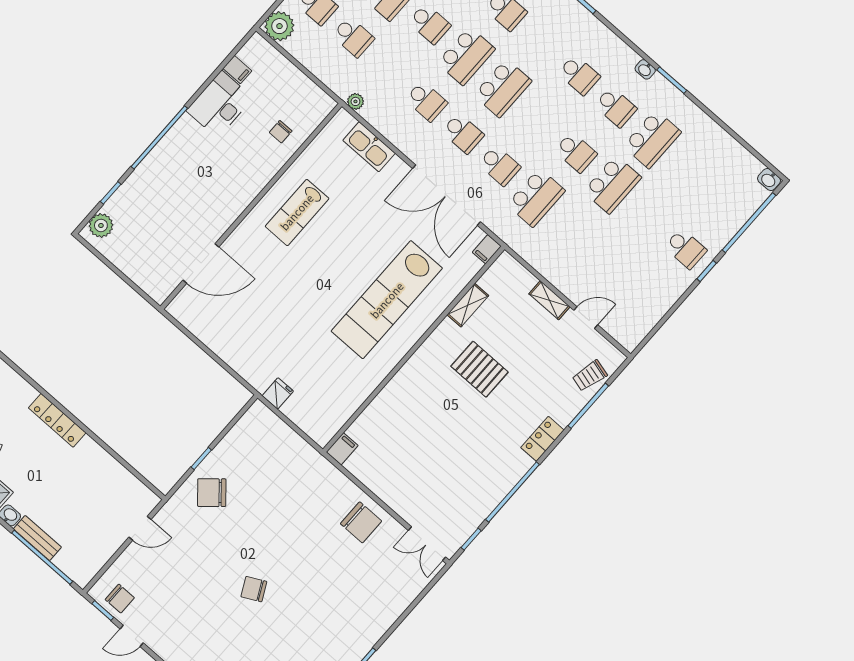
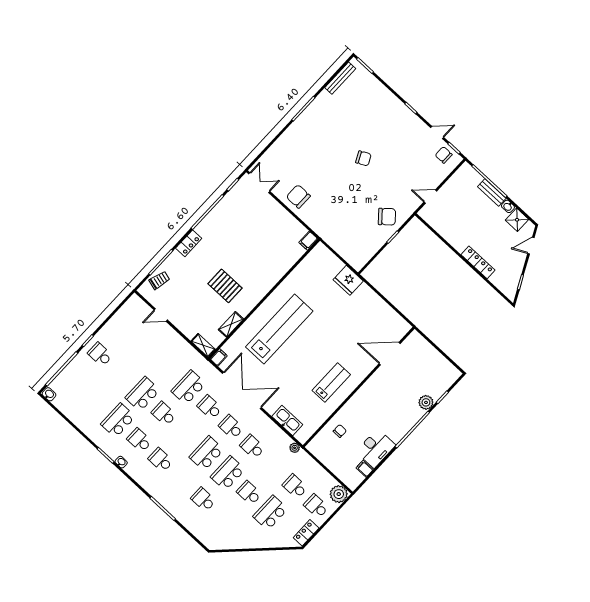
plant: (101, 225) -> (426, 402), moved
shelving: (549, 300) -> (203, 345), moved
fridge: (278, 393) -> (348, 280), width x1.88, depth x1.34

